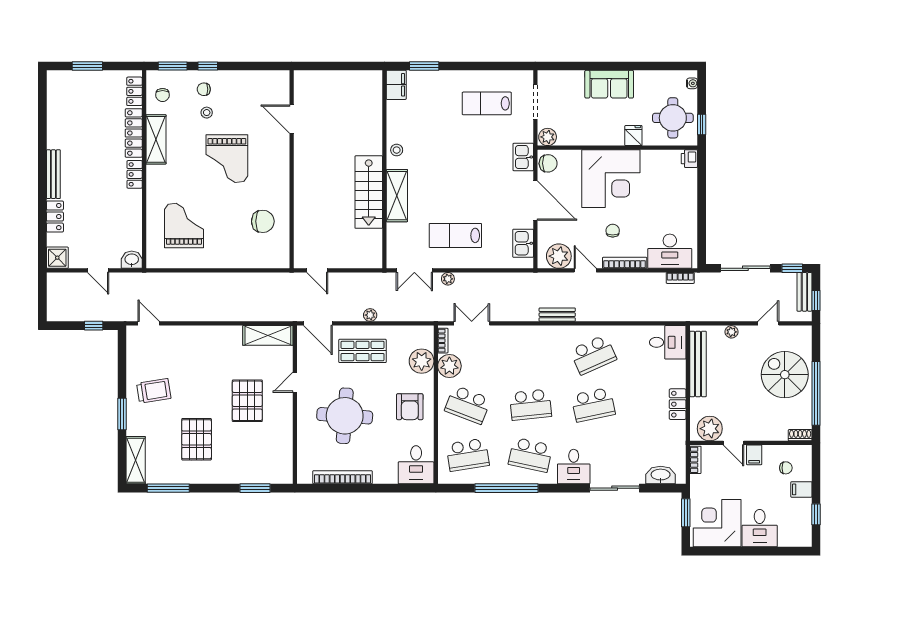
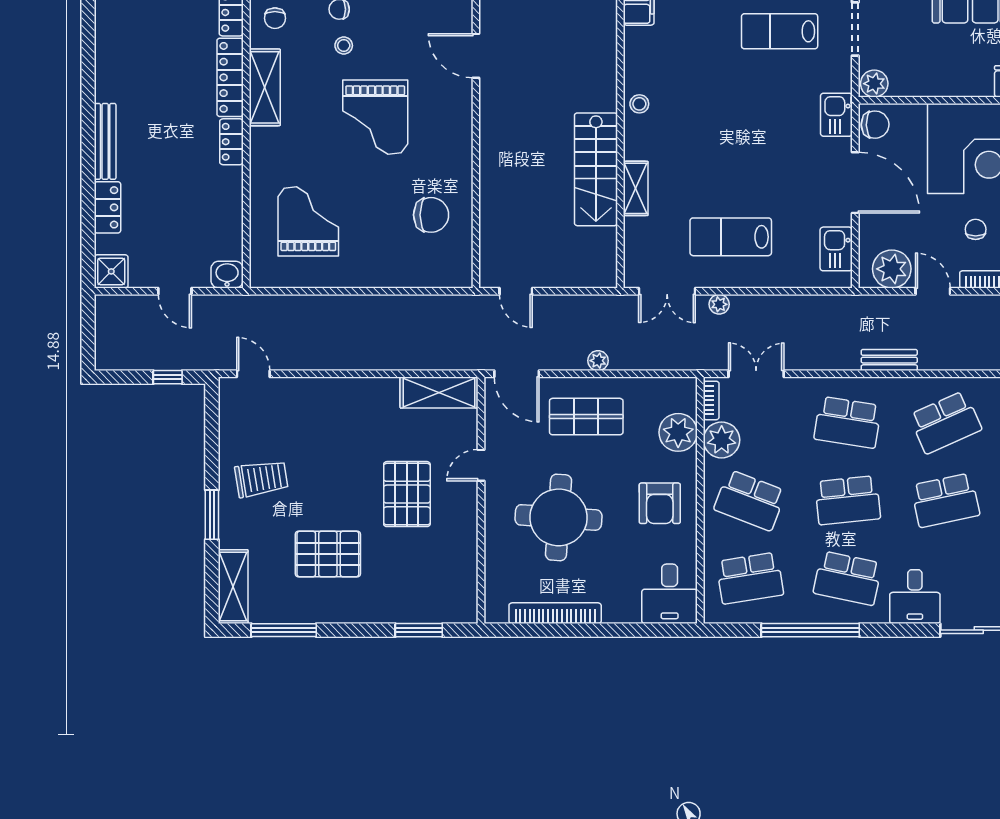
shelving: (397, 196) -> (636, 188), width x0.67, depth x0.75
school desk: (530, 355) -> (848, 422), added
pallet: (197, 439) -> (328, 554), turned 90

